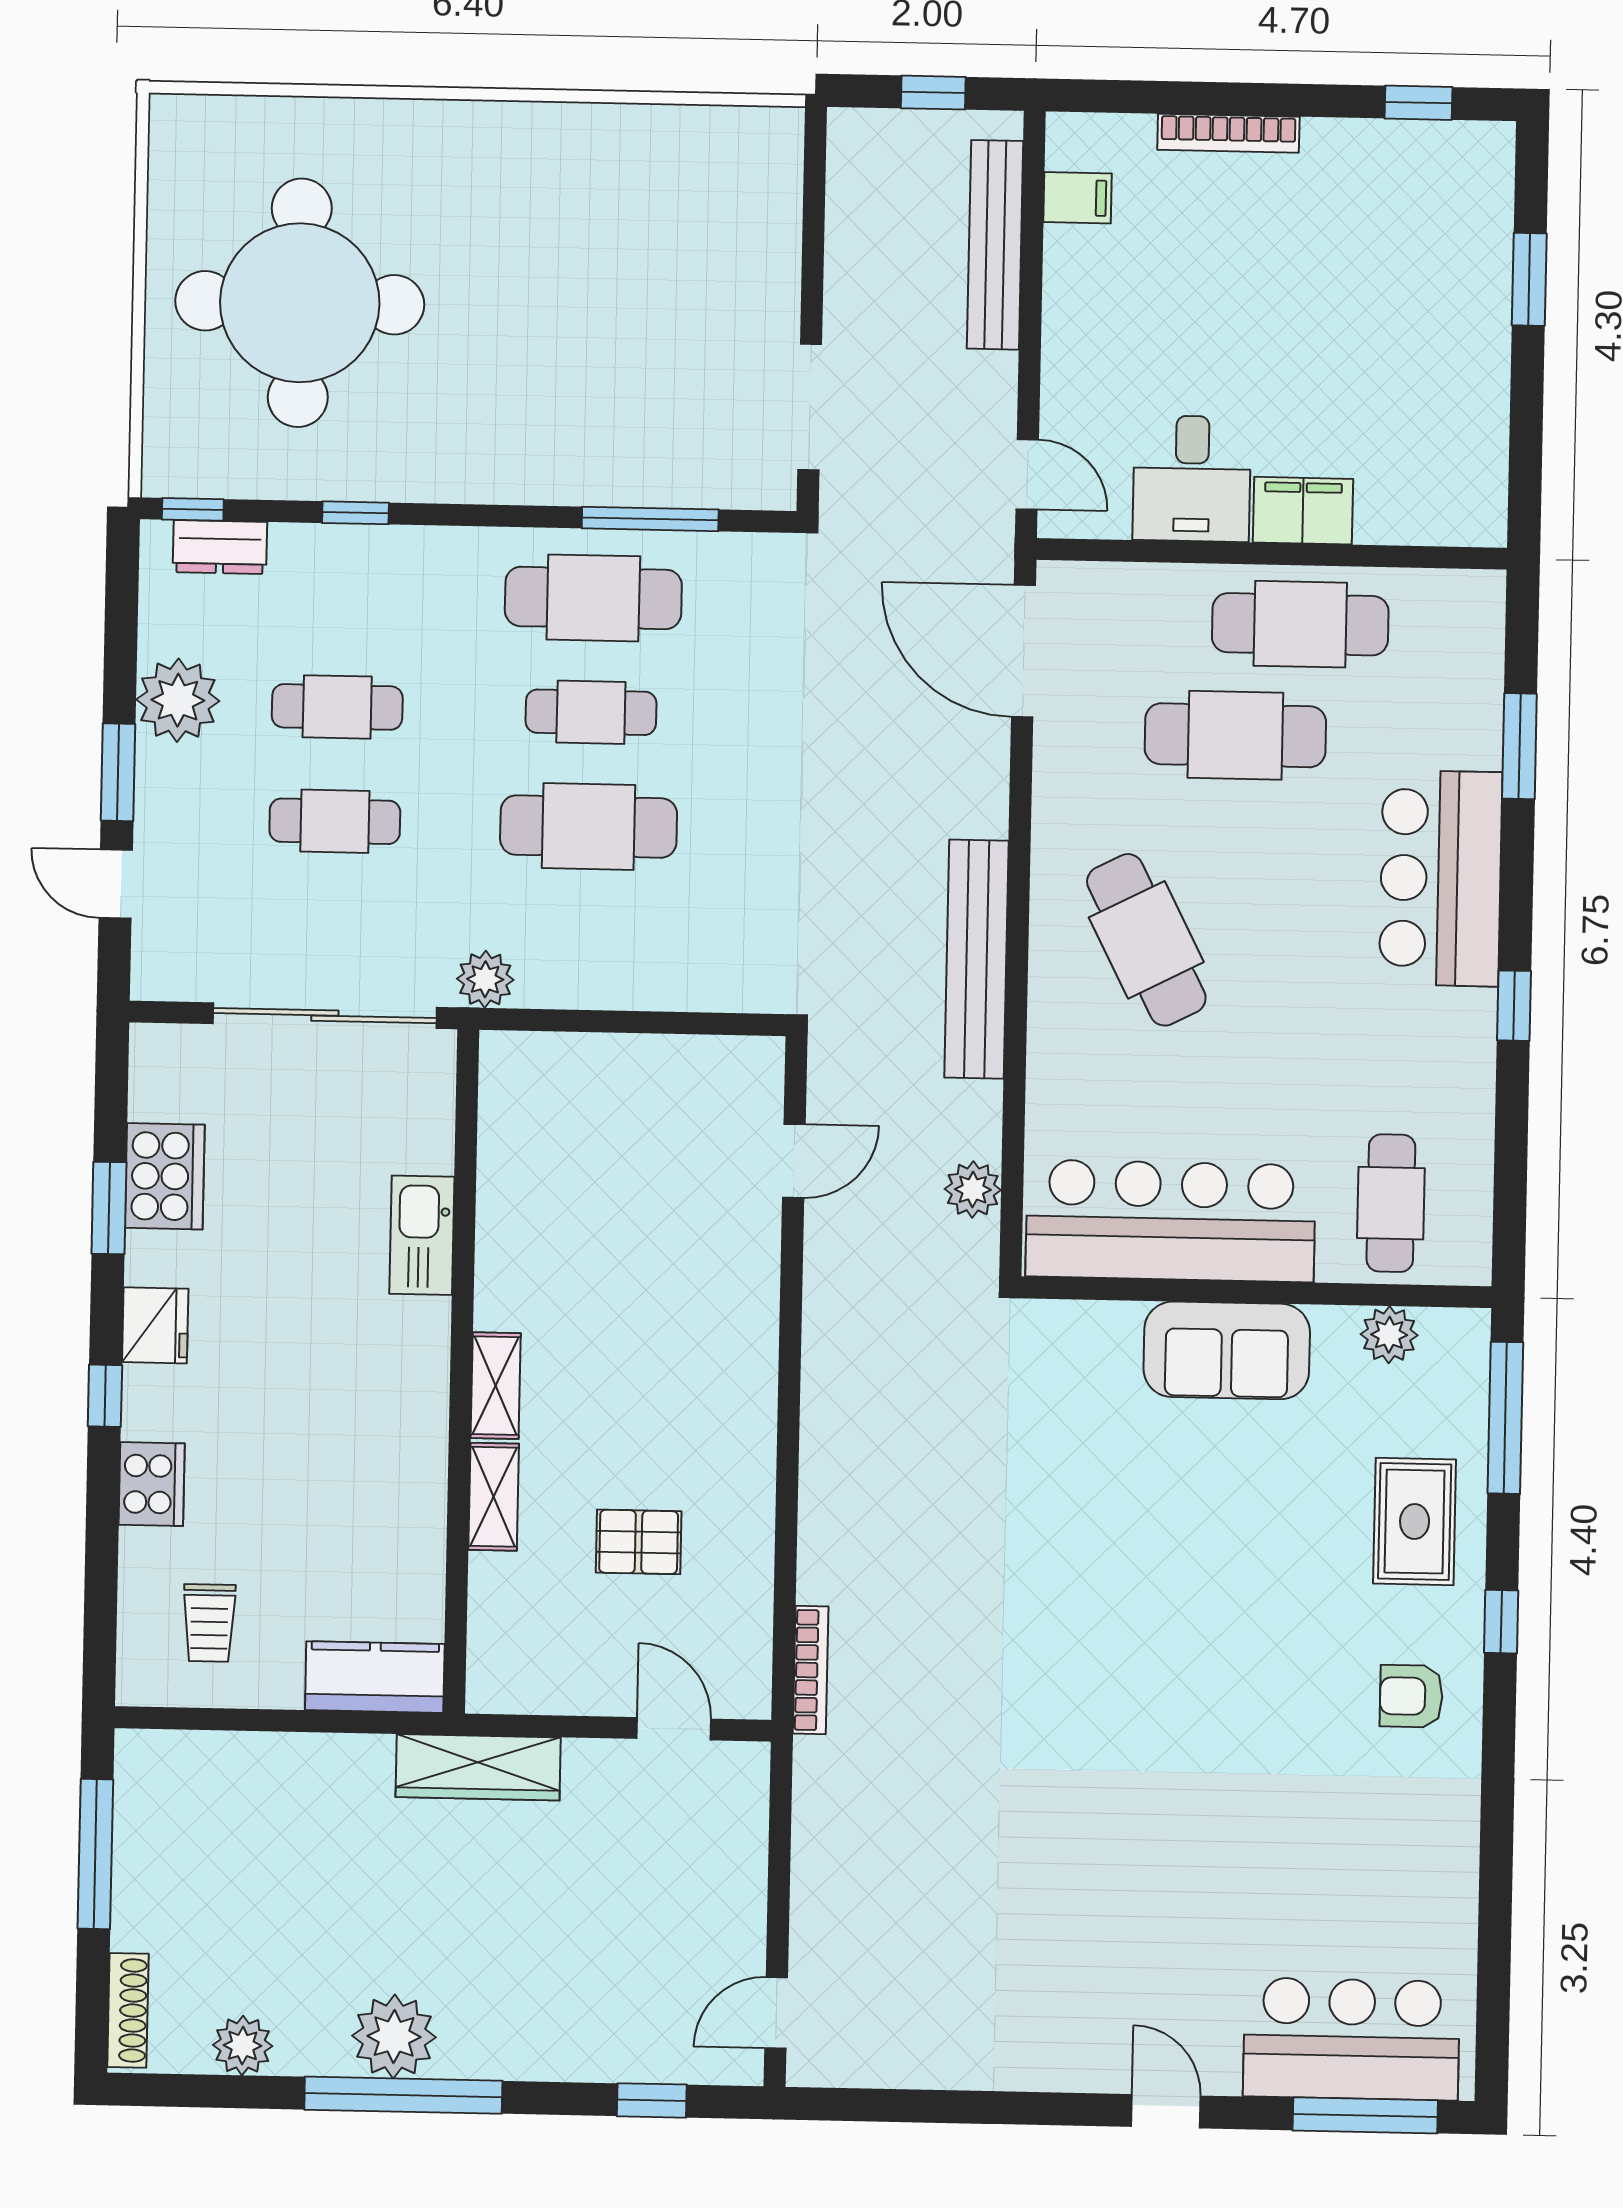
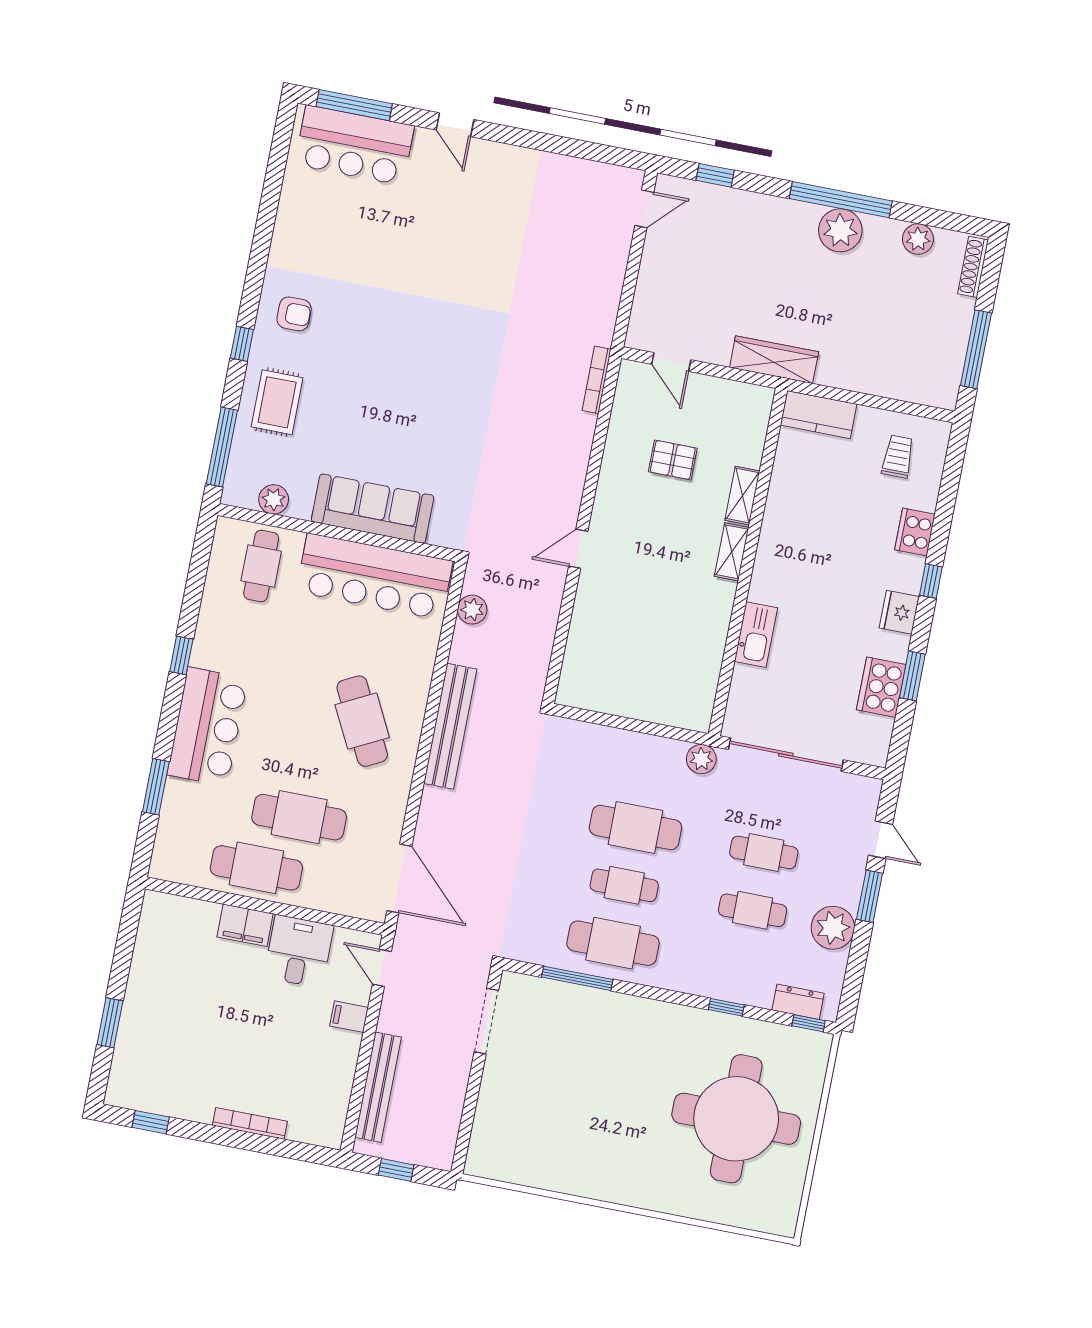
filing cabinet: (1078, 198) -> (349, 1017), moved
door: (794, 1161) -> (578, 549), moved
sofa: (1227, 1350) -> (373, 509), width x1.36

